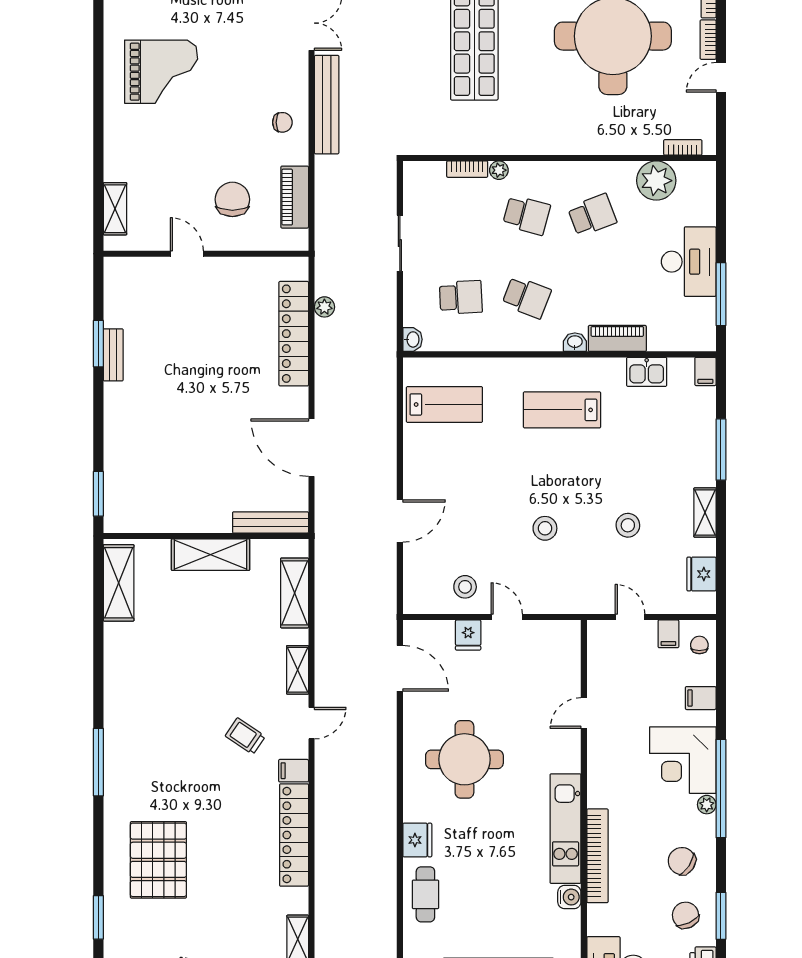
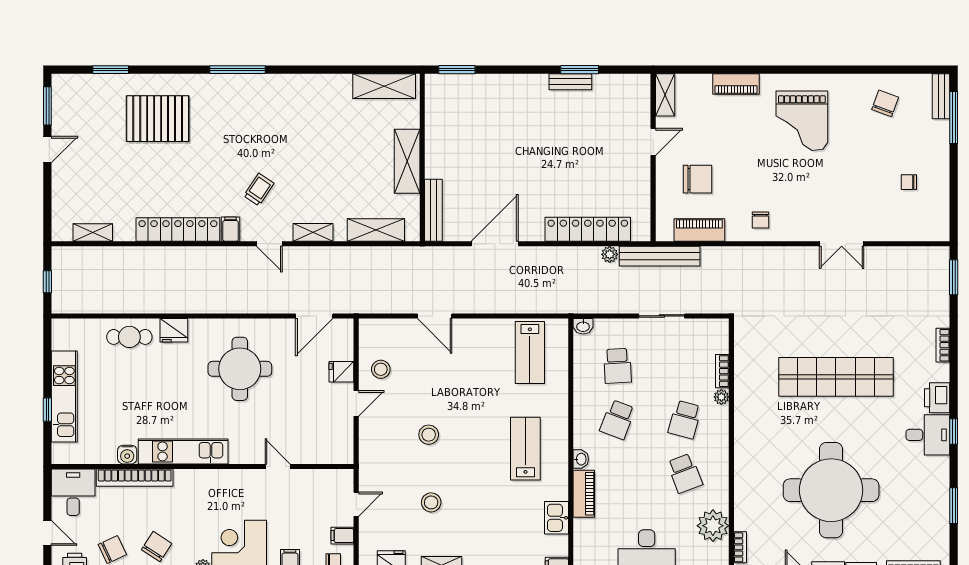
bench: (327, 105) -> (660, 256), moved
piano: (116, 152) -> (736, 84), added
shelving: (115, 209) -> (665, 95), moved, turned 90
bookcase: (598, 856) -> (135, 478), moved

